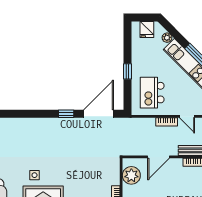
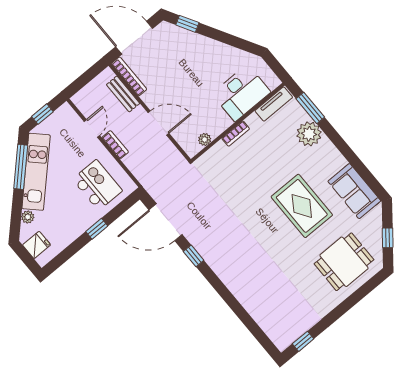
kitchen island: (152, 93) -> (97, 185), turned -90
side table: (34, 175) -> (284, 236), removed
plant: (131, 175) -> (205, 139), width x0.53, depth x0.53

